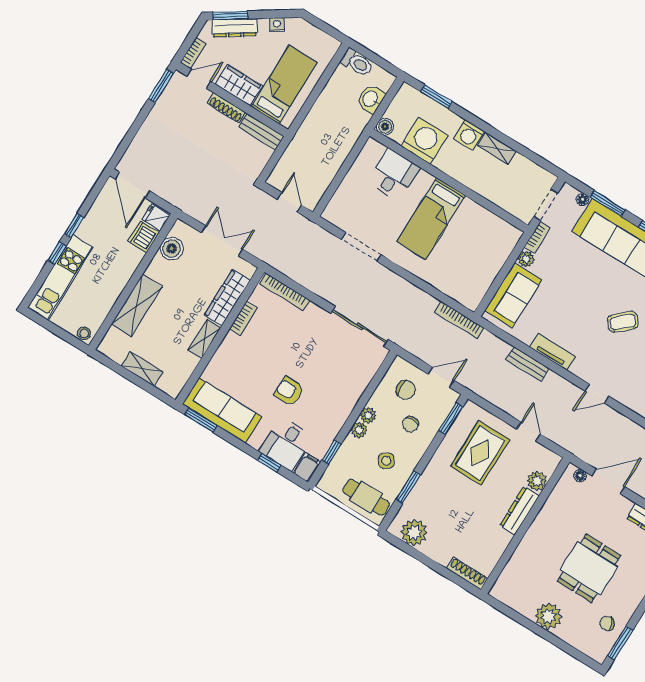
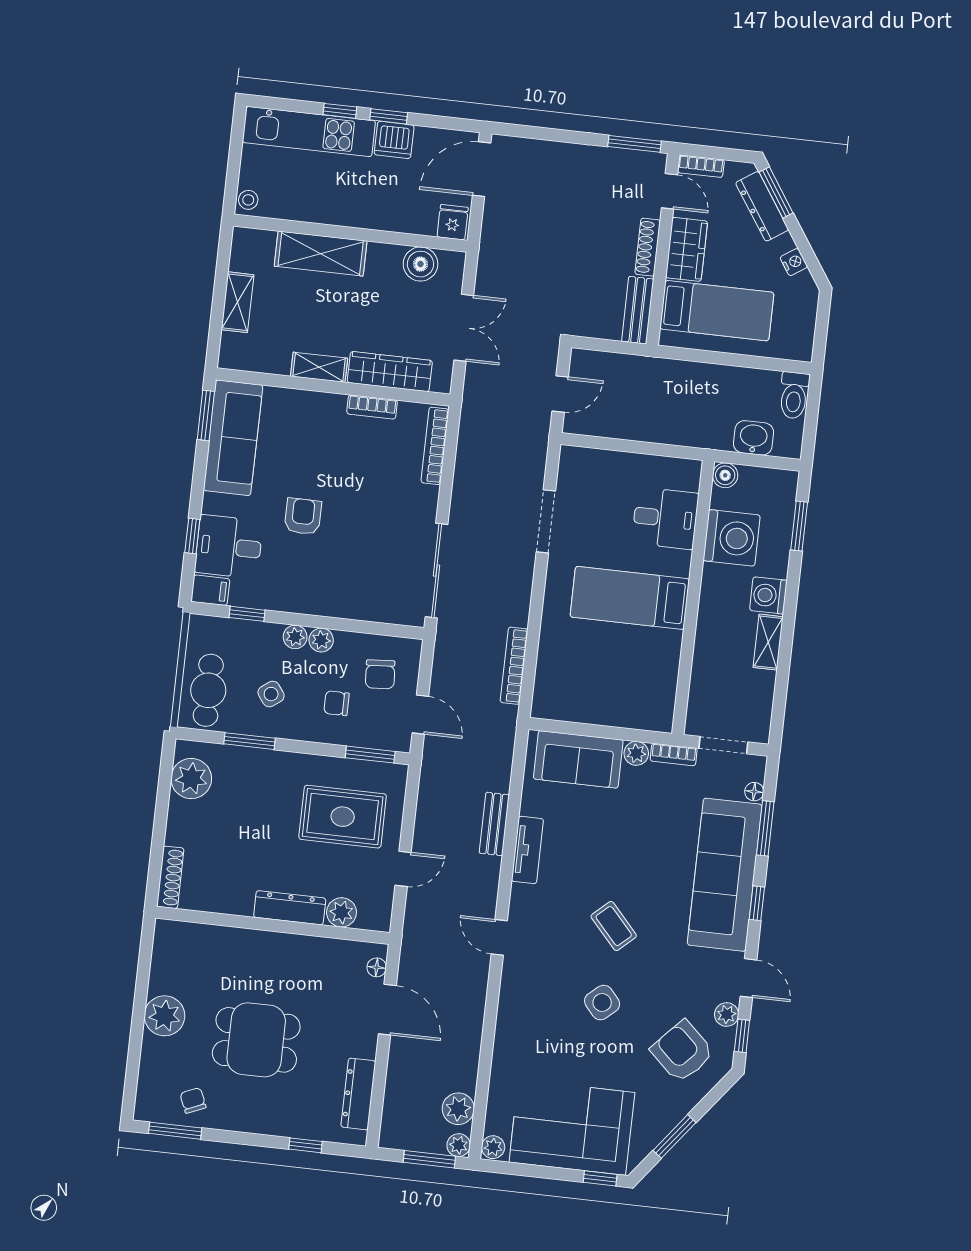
dishwasher: (143, 237) -> (394, 140), moved, turned 180
bookcase: (459, 320) -> (514, 666), moved

